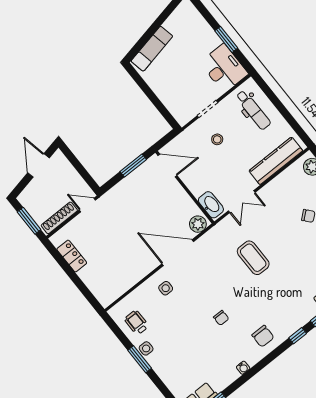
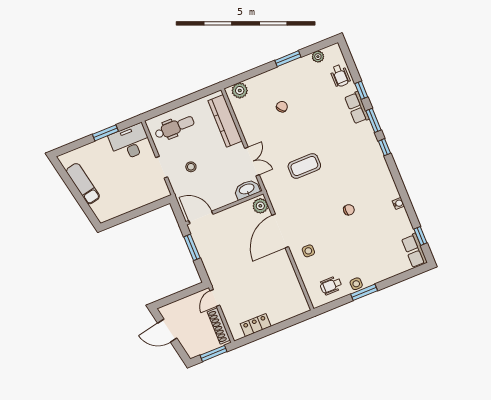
exam couch: (152, 49) -> (83, 184), moved
door: (167, 165) -> (201, 217), hinge flipped
chair: (263, 336) -> (376, 178), removed

